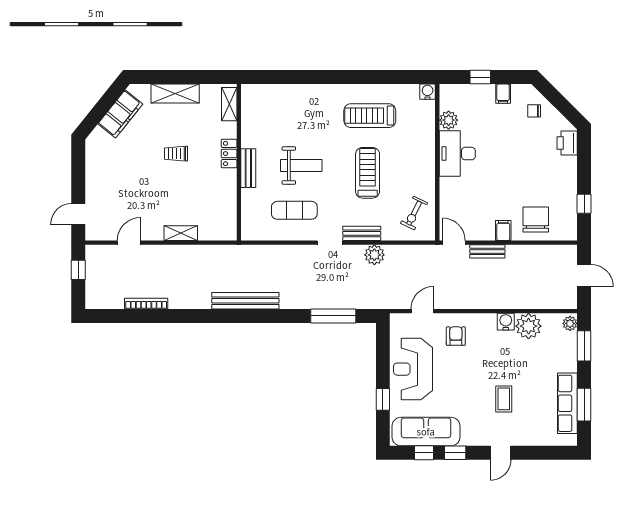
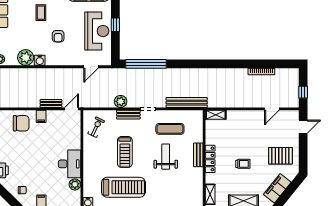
treadmill: (370, 116) -> (123, 187), width x1.37, depth x1.38
locker: (229, 154) -> (210, 159), width x1.53
weight bench: (301, 165) -> (166, 157), turned 90
pallet: (115, 167) -> (280, 156), added
chair: (536, 219) -> (21, 123), turned -90
shelving: (181, 233) -> (216, 115), moved
door: (454, 243) -> (72, 109), swing flipped
bench: (245, 301) -> (187, 103), moved
window: (333, 316) -> (146, 64), width x1.46
armchair: (456, 336) -> (58, 36), moved
window: (383, 399) -> (115, 25), moved

